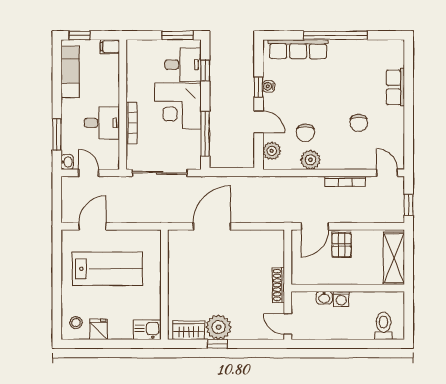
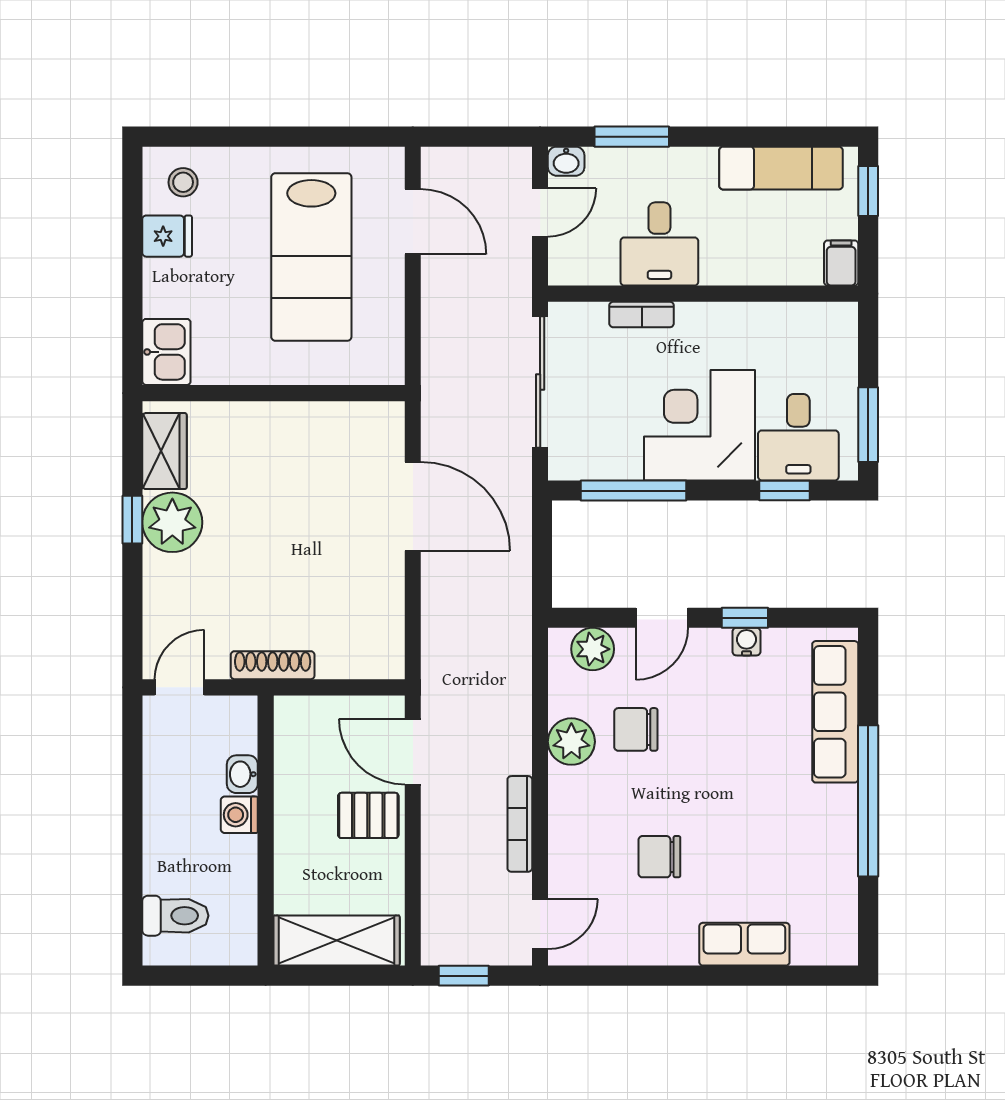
bookcase: (131, 123) -> (642, 314), width x0.64

